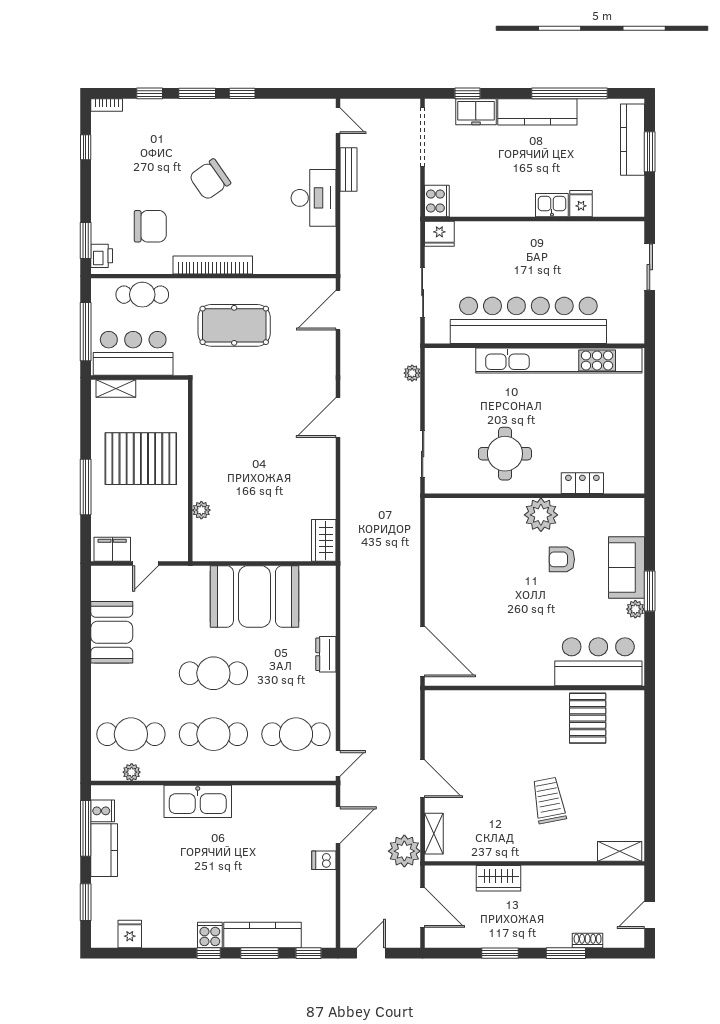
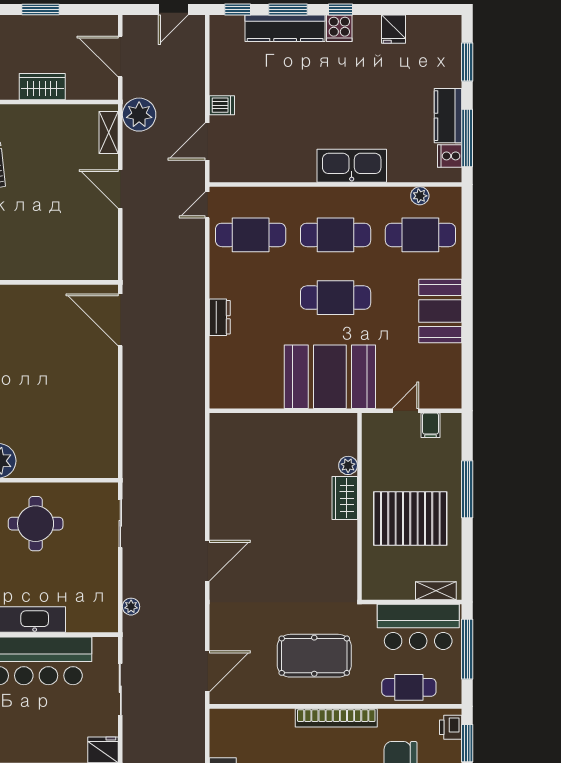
wardrobe: (324, 540) -> (345, 498), moved, turned 180
filing cabinet: (112, 549) -> (431, 425), width x0.50
booth: (254, 596) -> (330, 377), moved
booth: (112, 632) -> (440, 311), moved
fridge: (130, 934) -> (394, 29), moved

